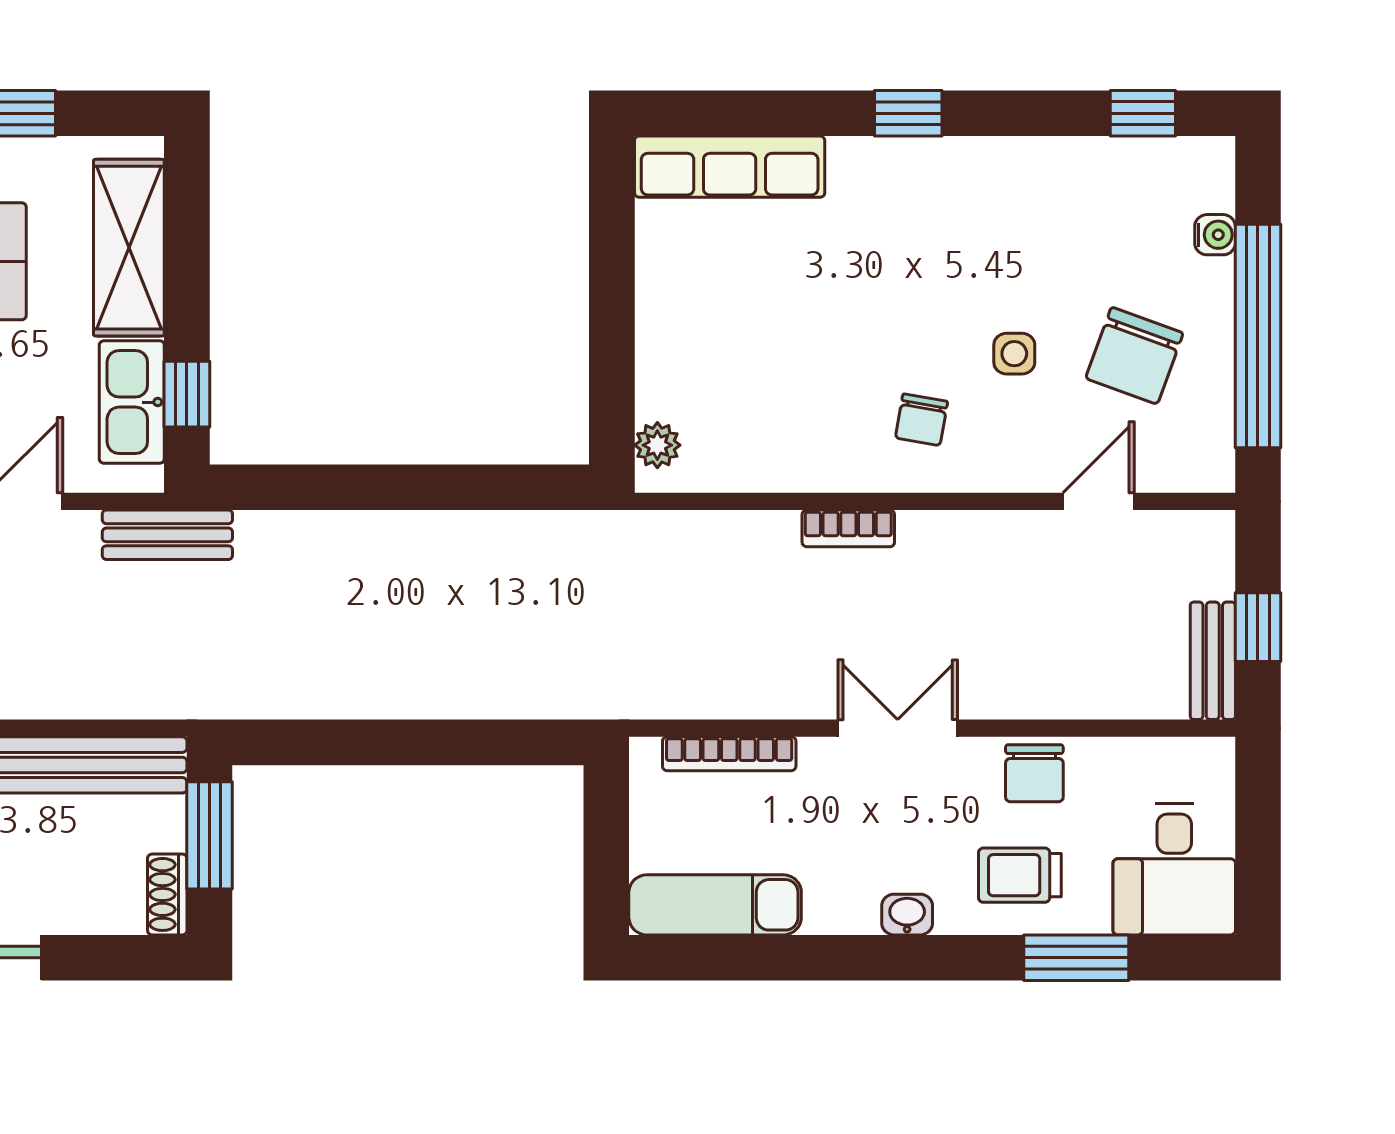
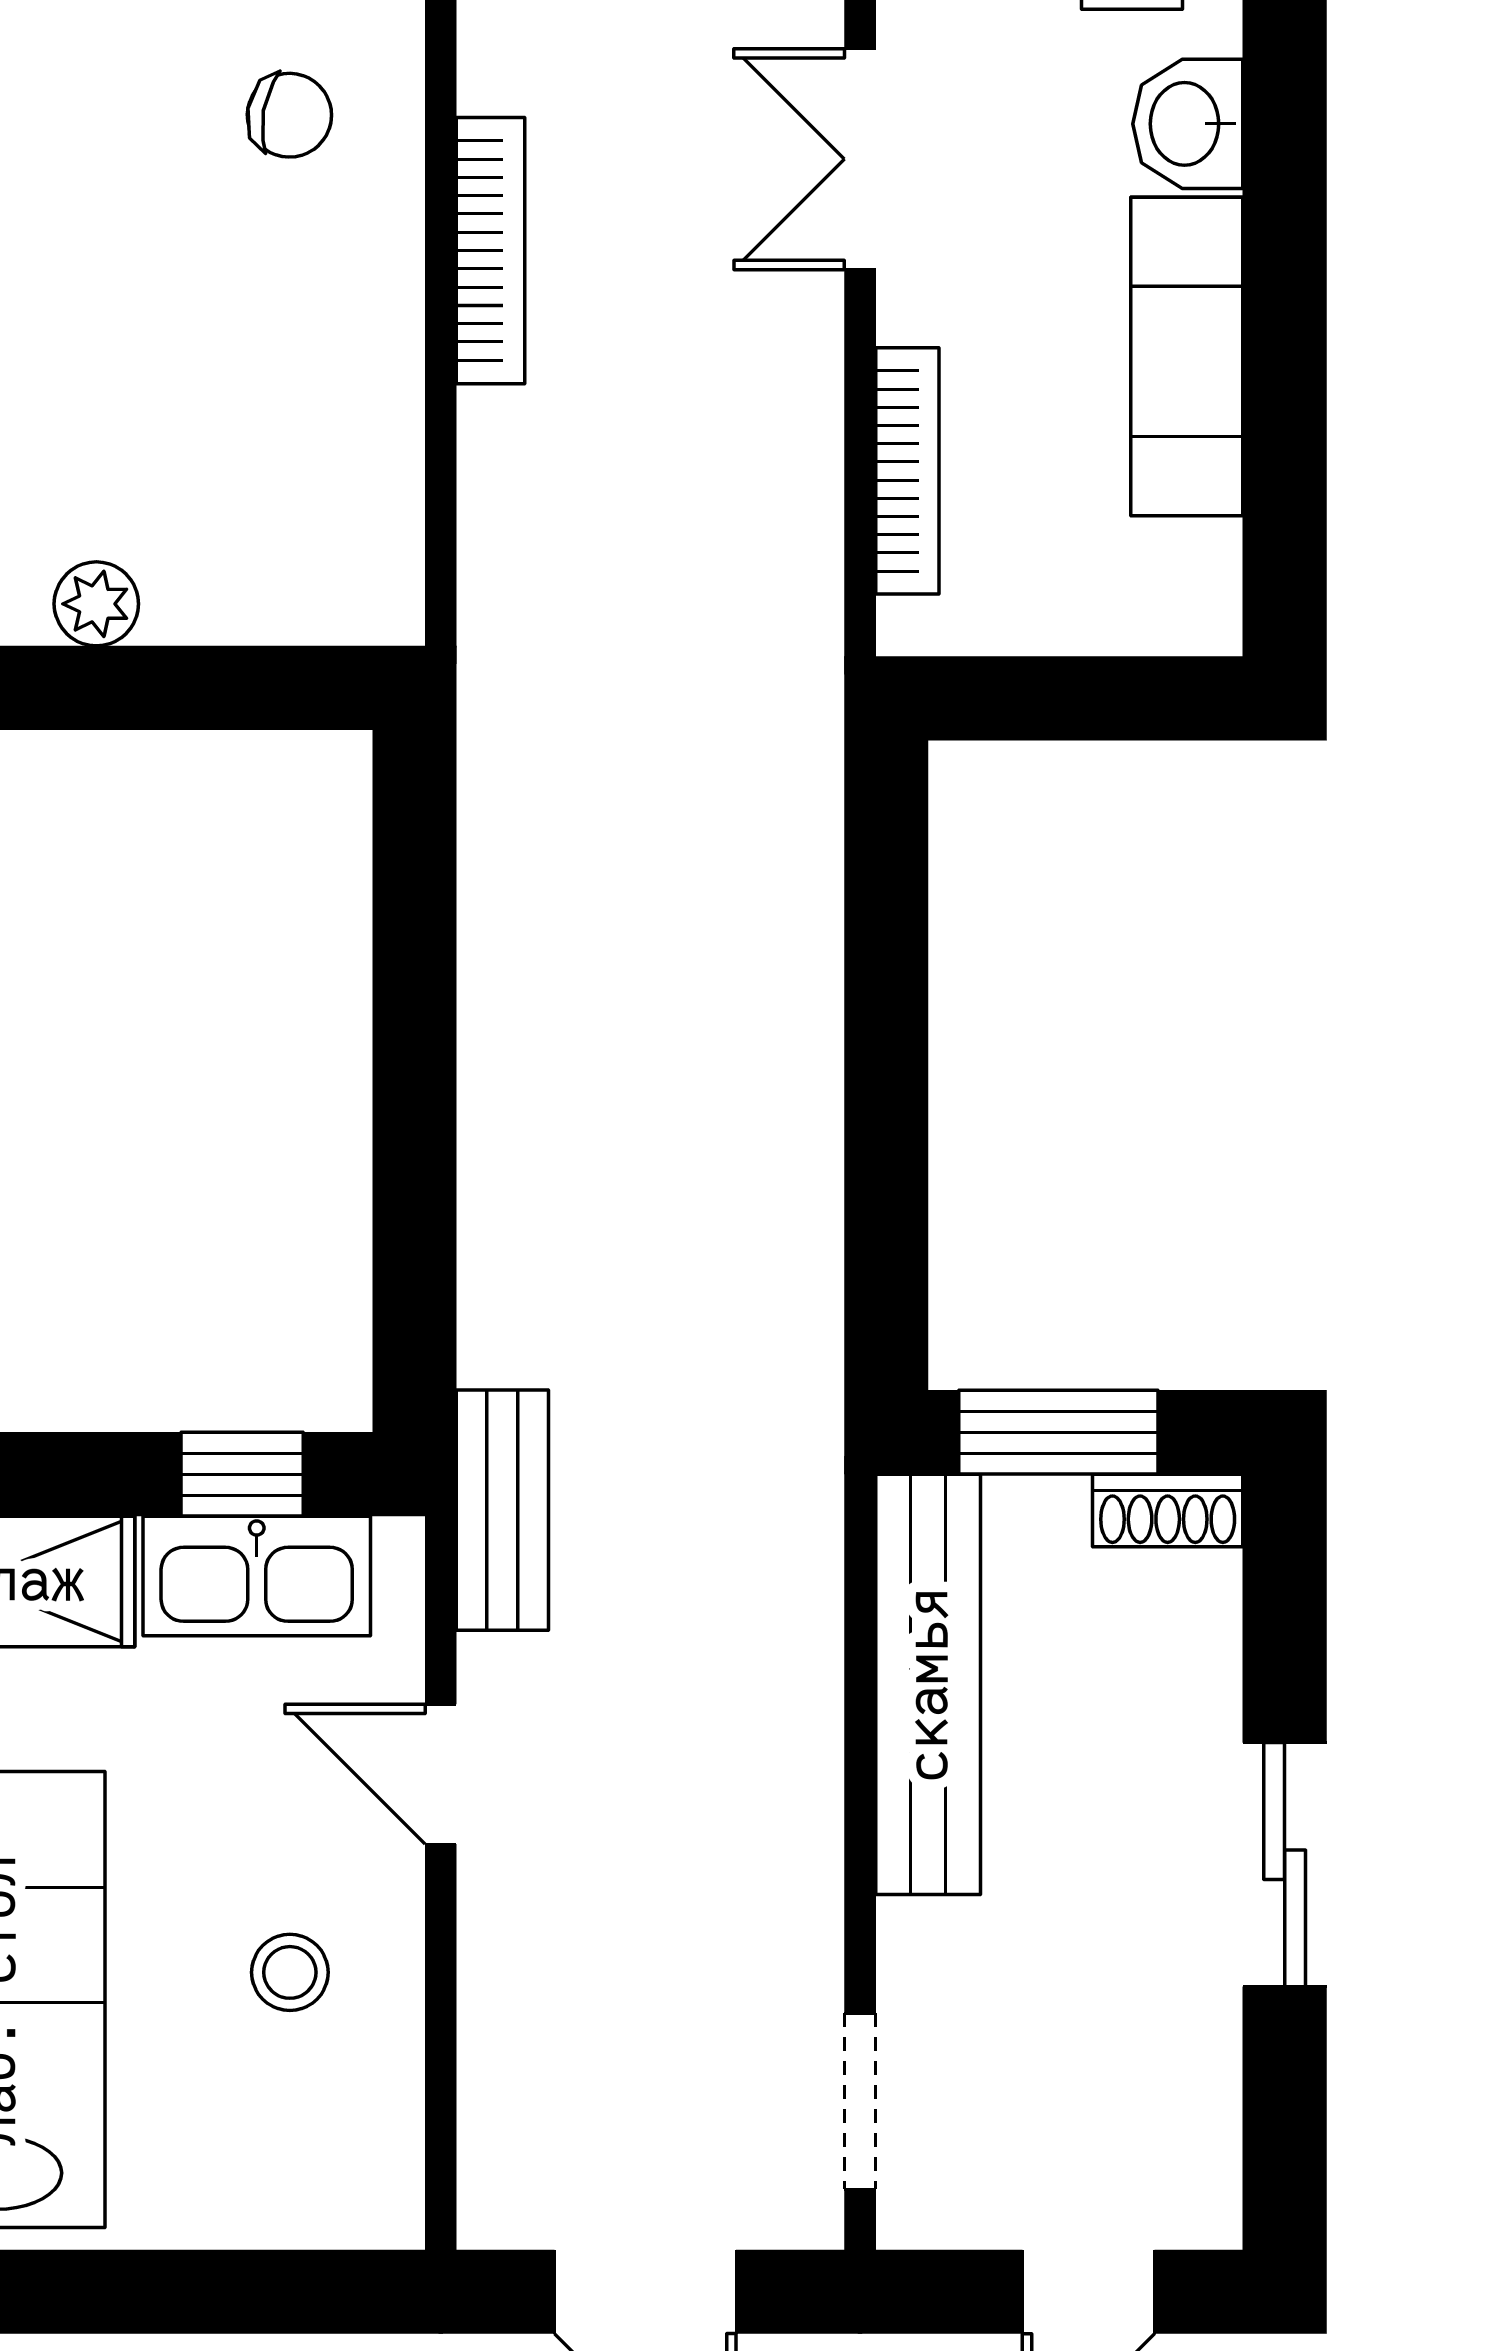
plant: (657, 445) -> (96, 604), moved
bookcase: (848, 528) -> (491, 251), width x1.56
exam couch: (715, 905) -> (1187, 356), moved
washbasin: (907, 915) -> (1188, 124), width x1.38, depth x1.45

